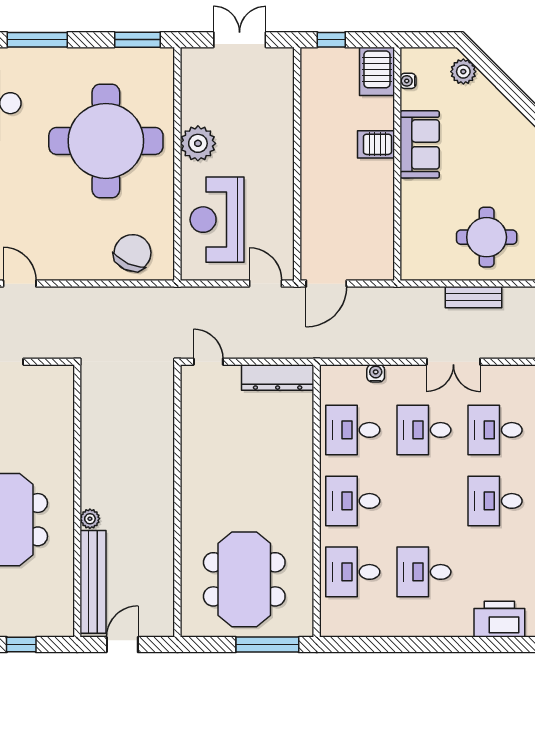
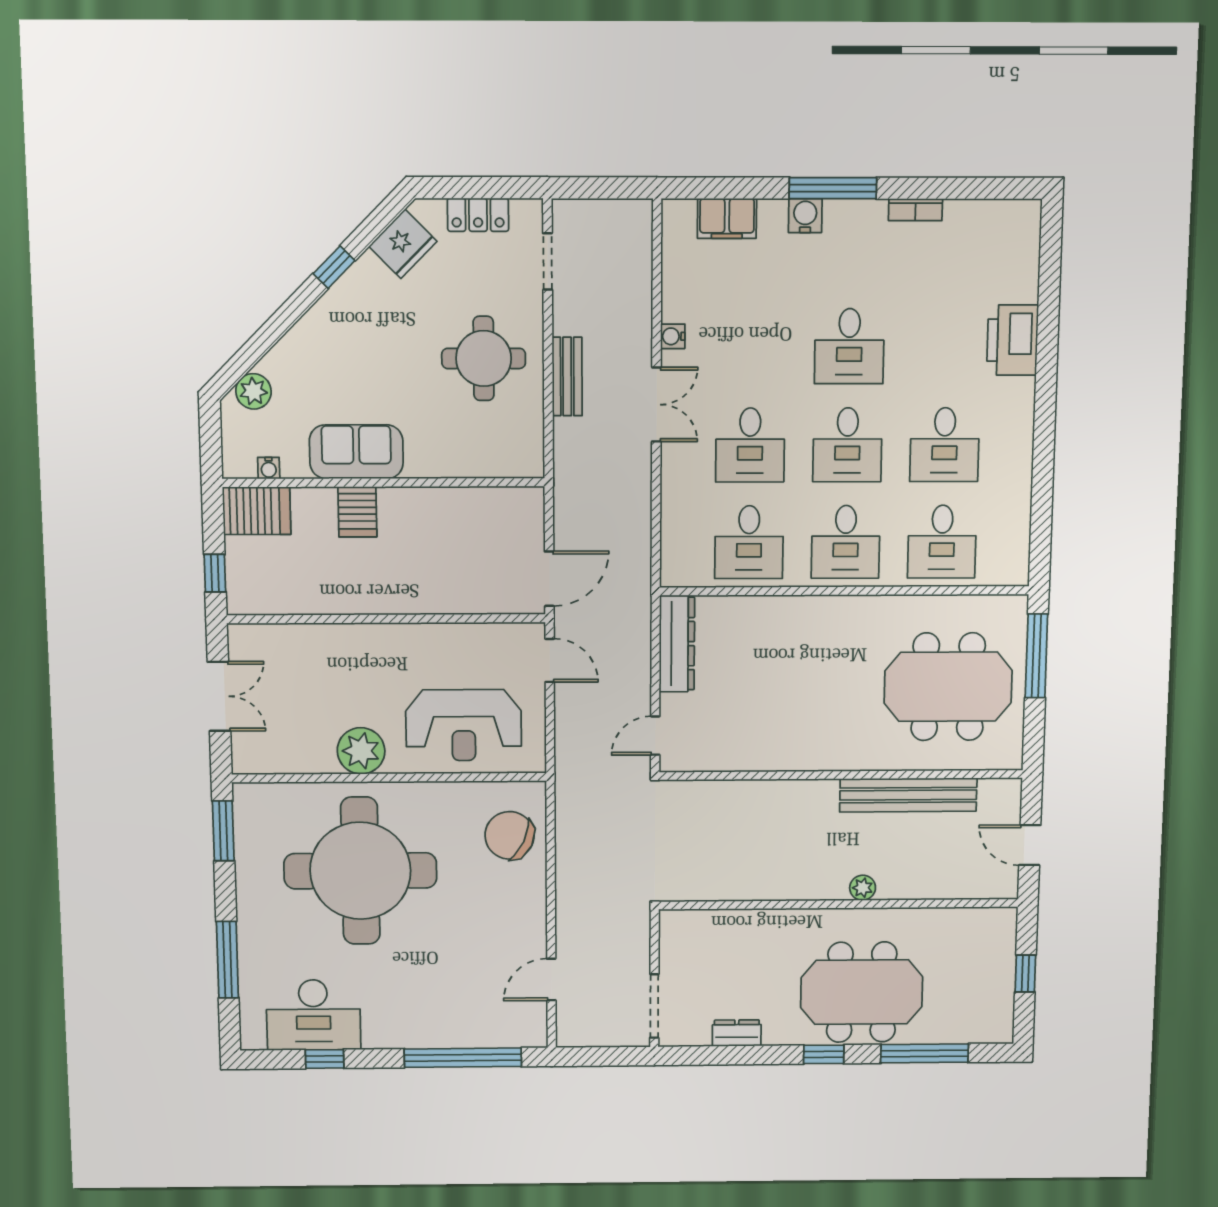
double door: (240, 40) -> (219, 696), swing flipped
door: (265, 284) -> (550, 660), swing flipped
door: (326, 284) -> (549, 579), hinge flipped
water cooler: (376, 373) -> (673, 336), moved
desk: (495, 430) -> (847, 445), moved
bench: (93, 582) -> (908, 795), moved

